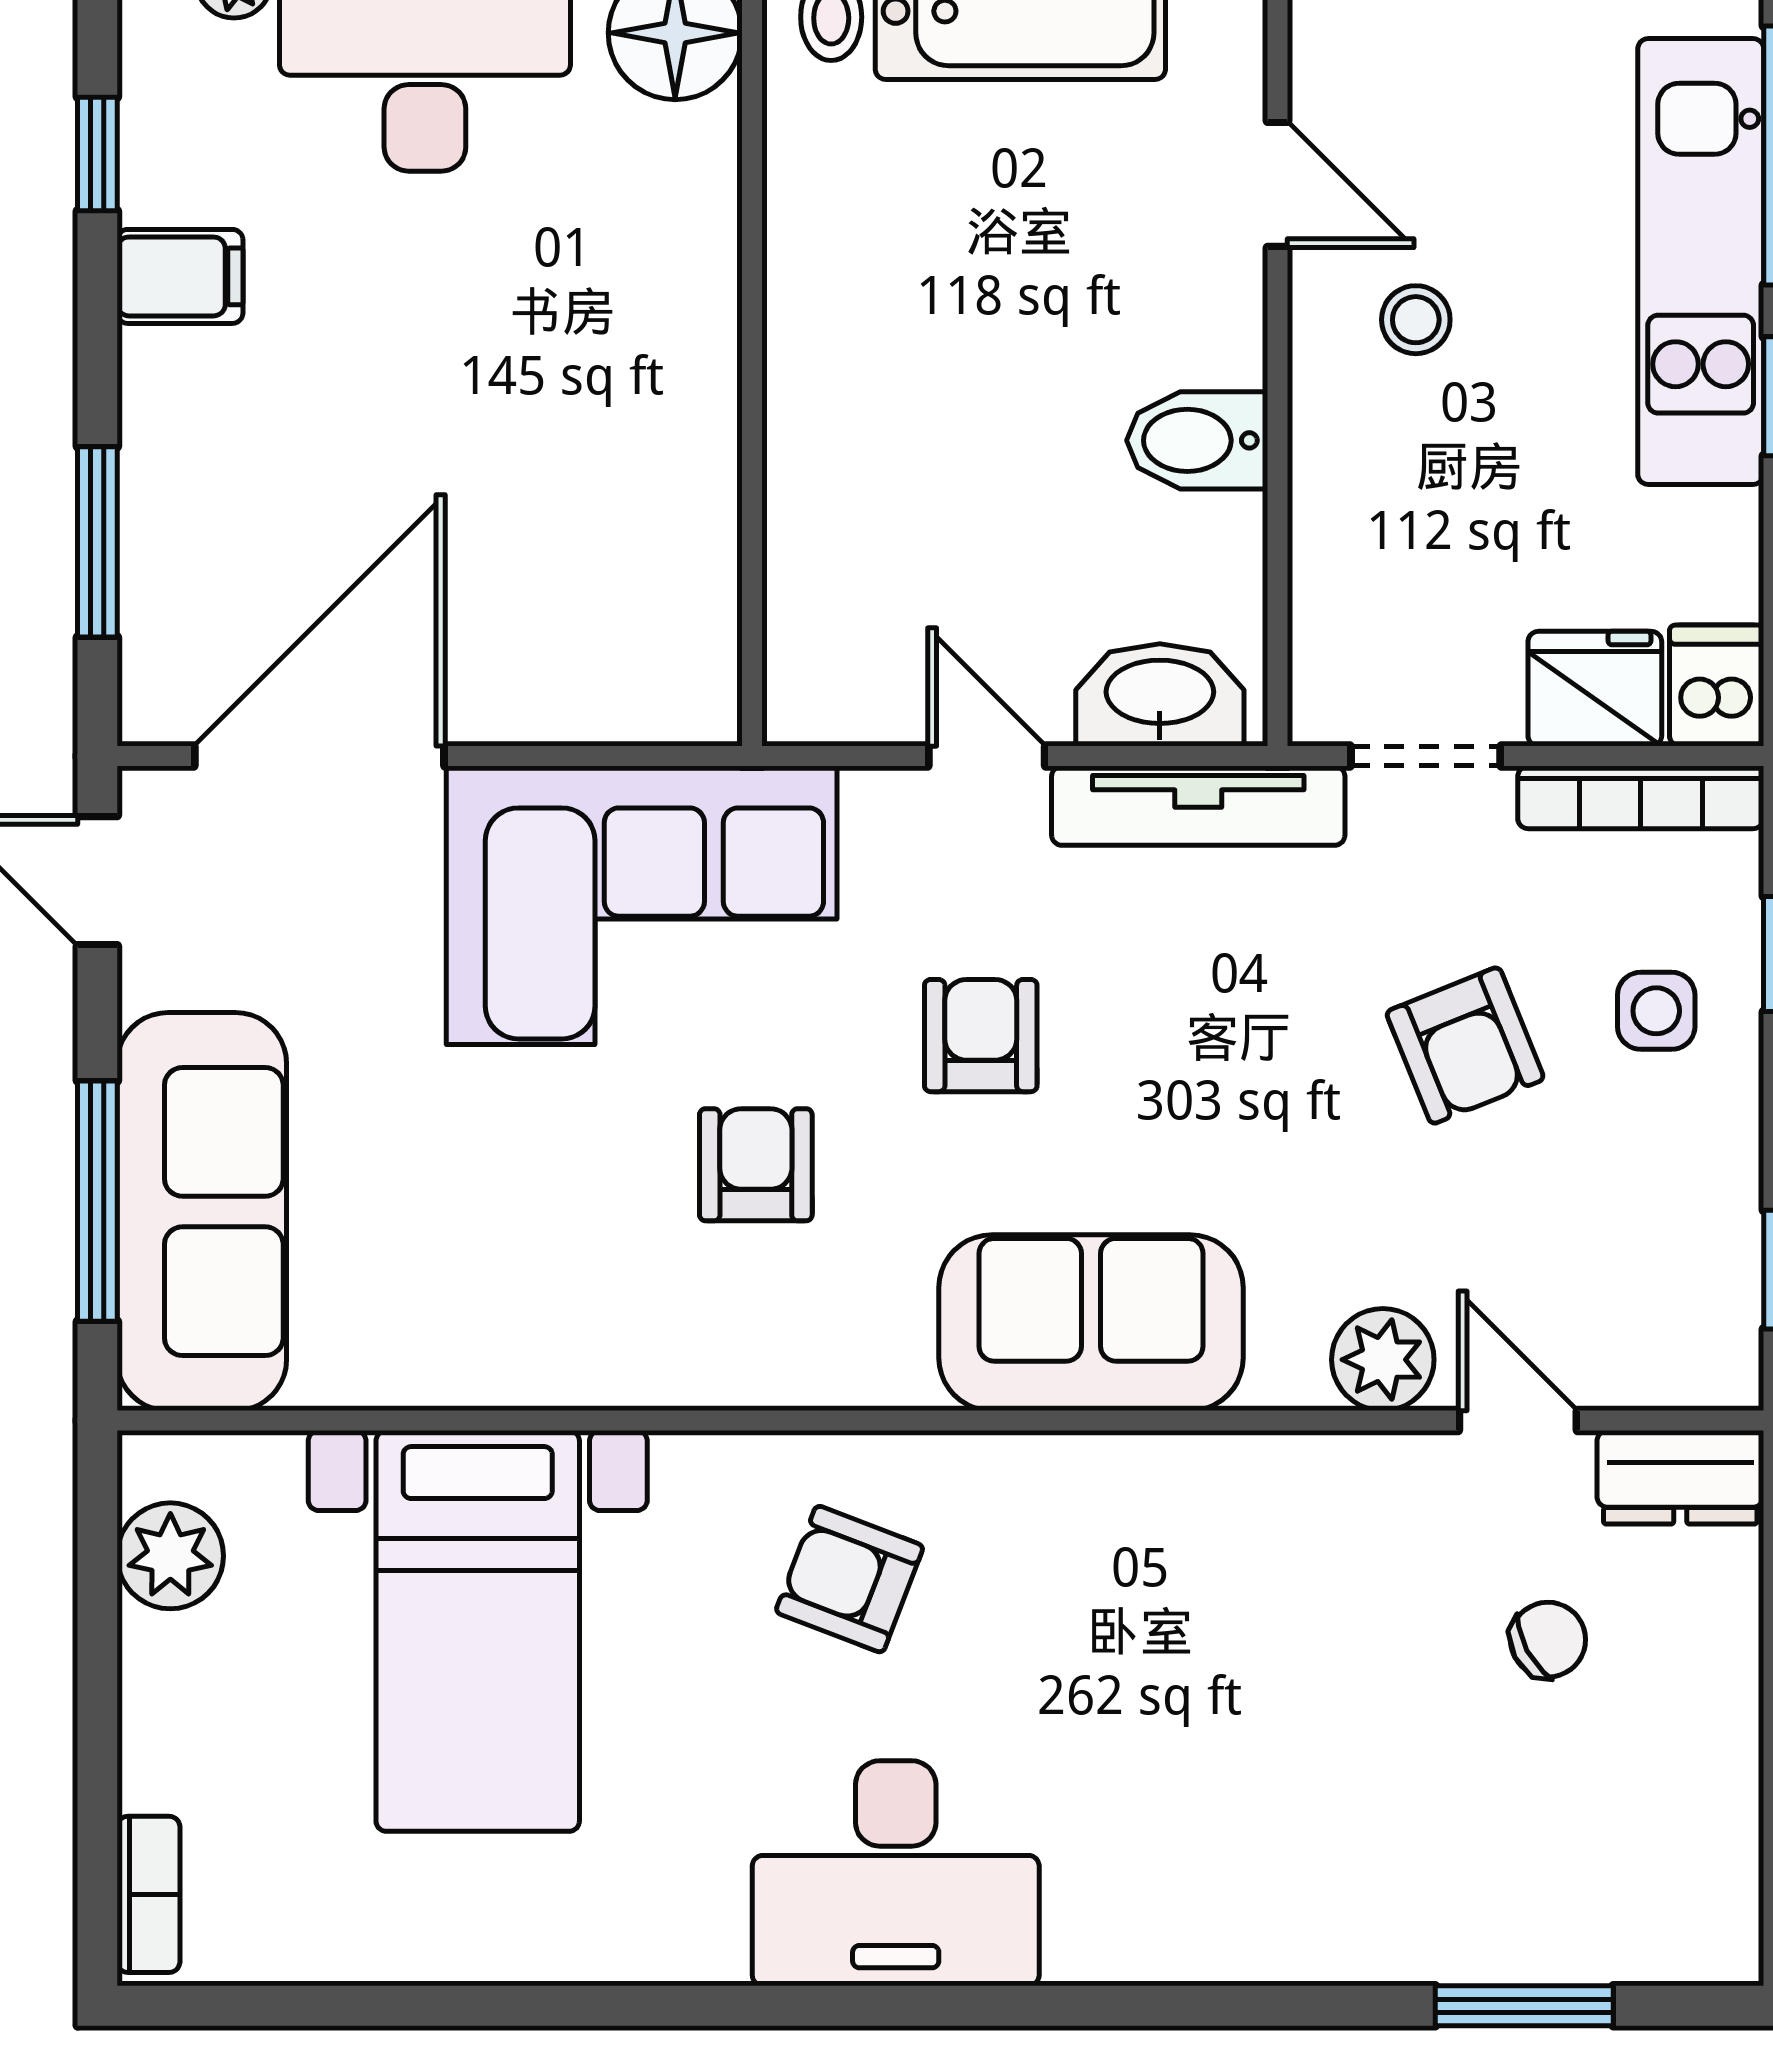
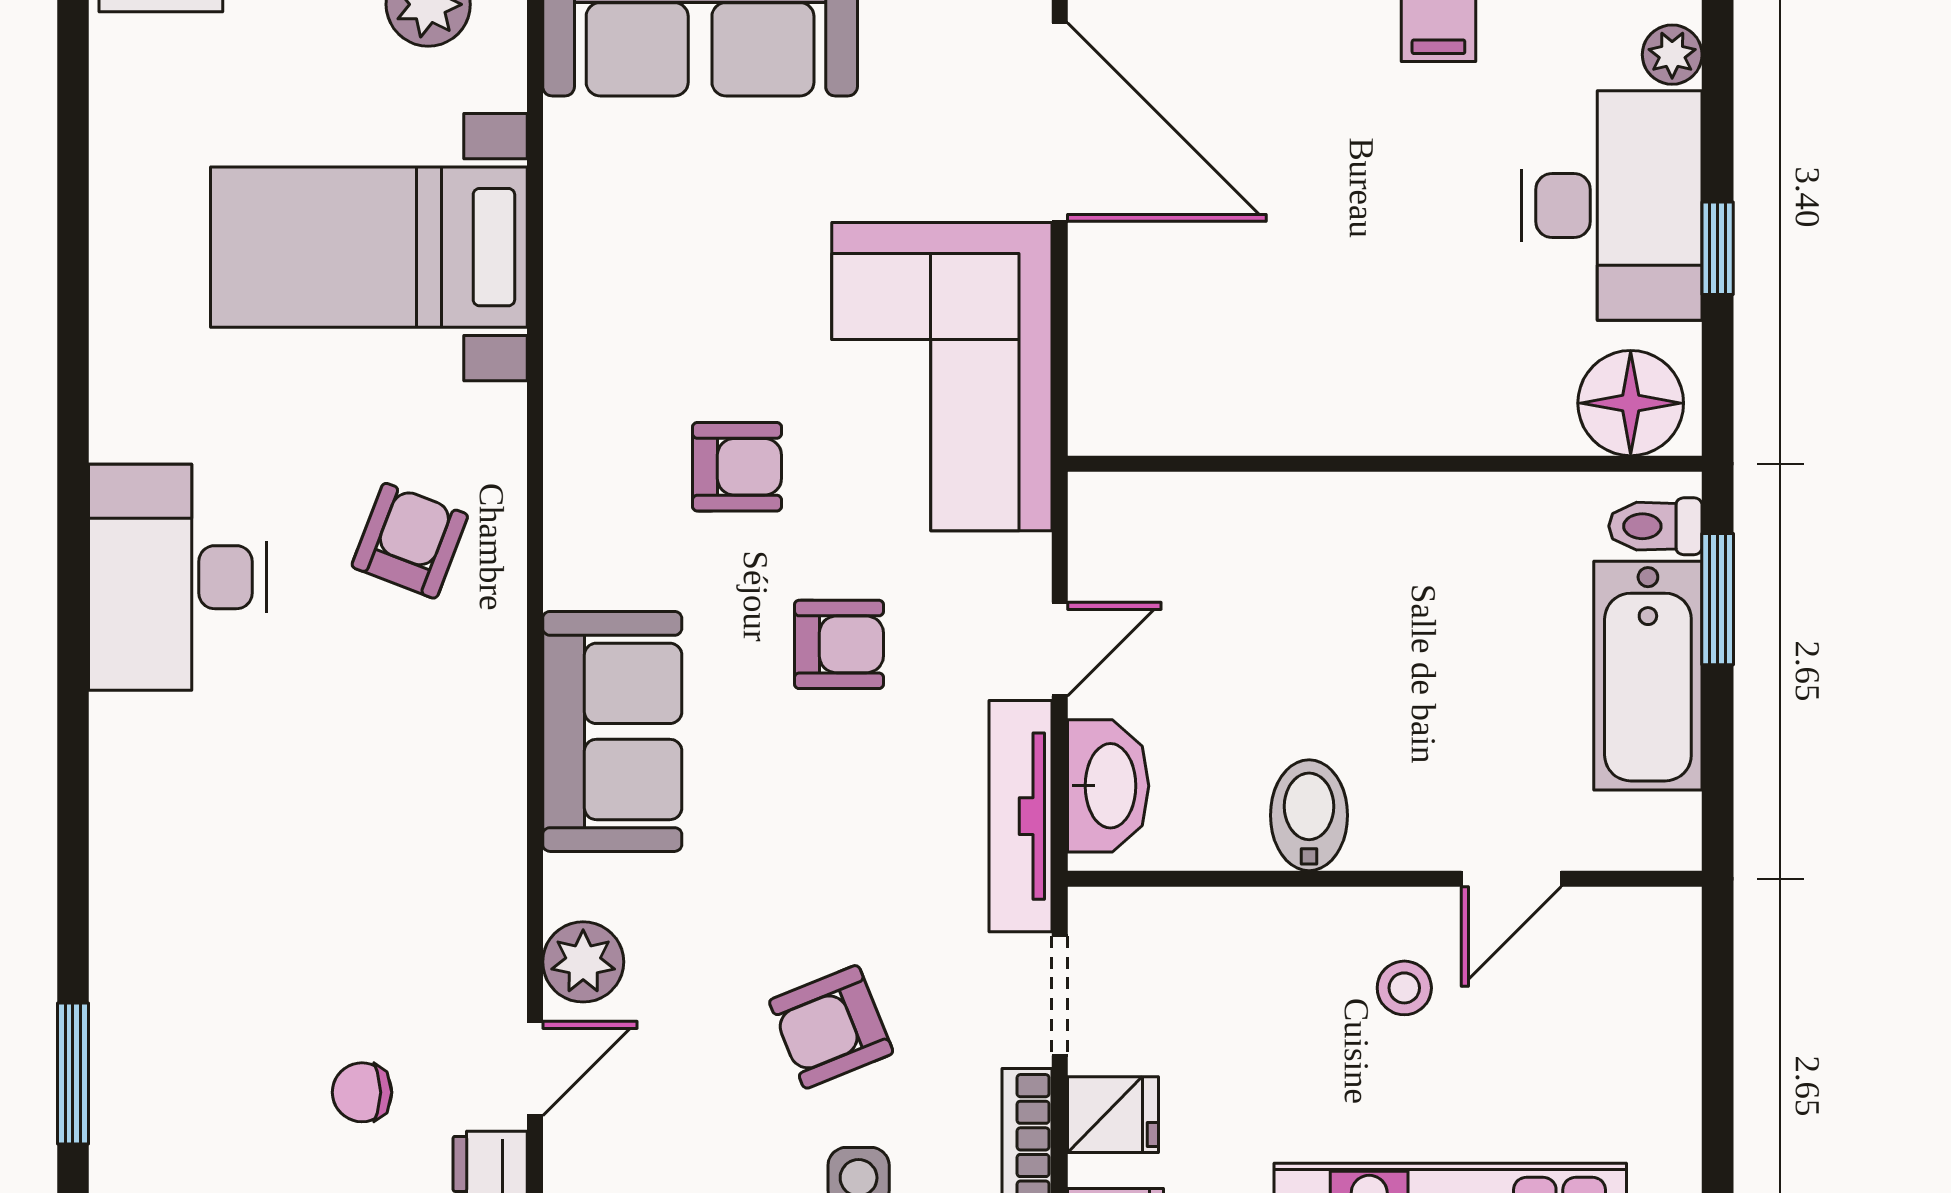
fridge: (1595, 689) -> (1113, 1115), width x0.72
chair: (1548, 1640) -> (362, 1092), turned 118

